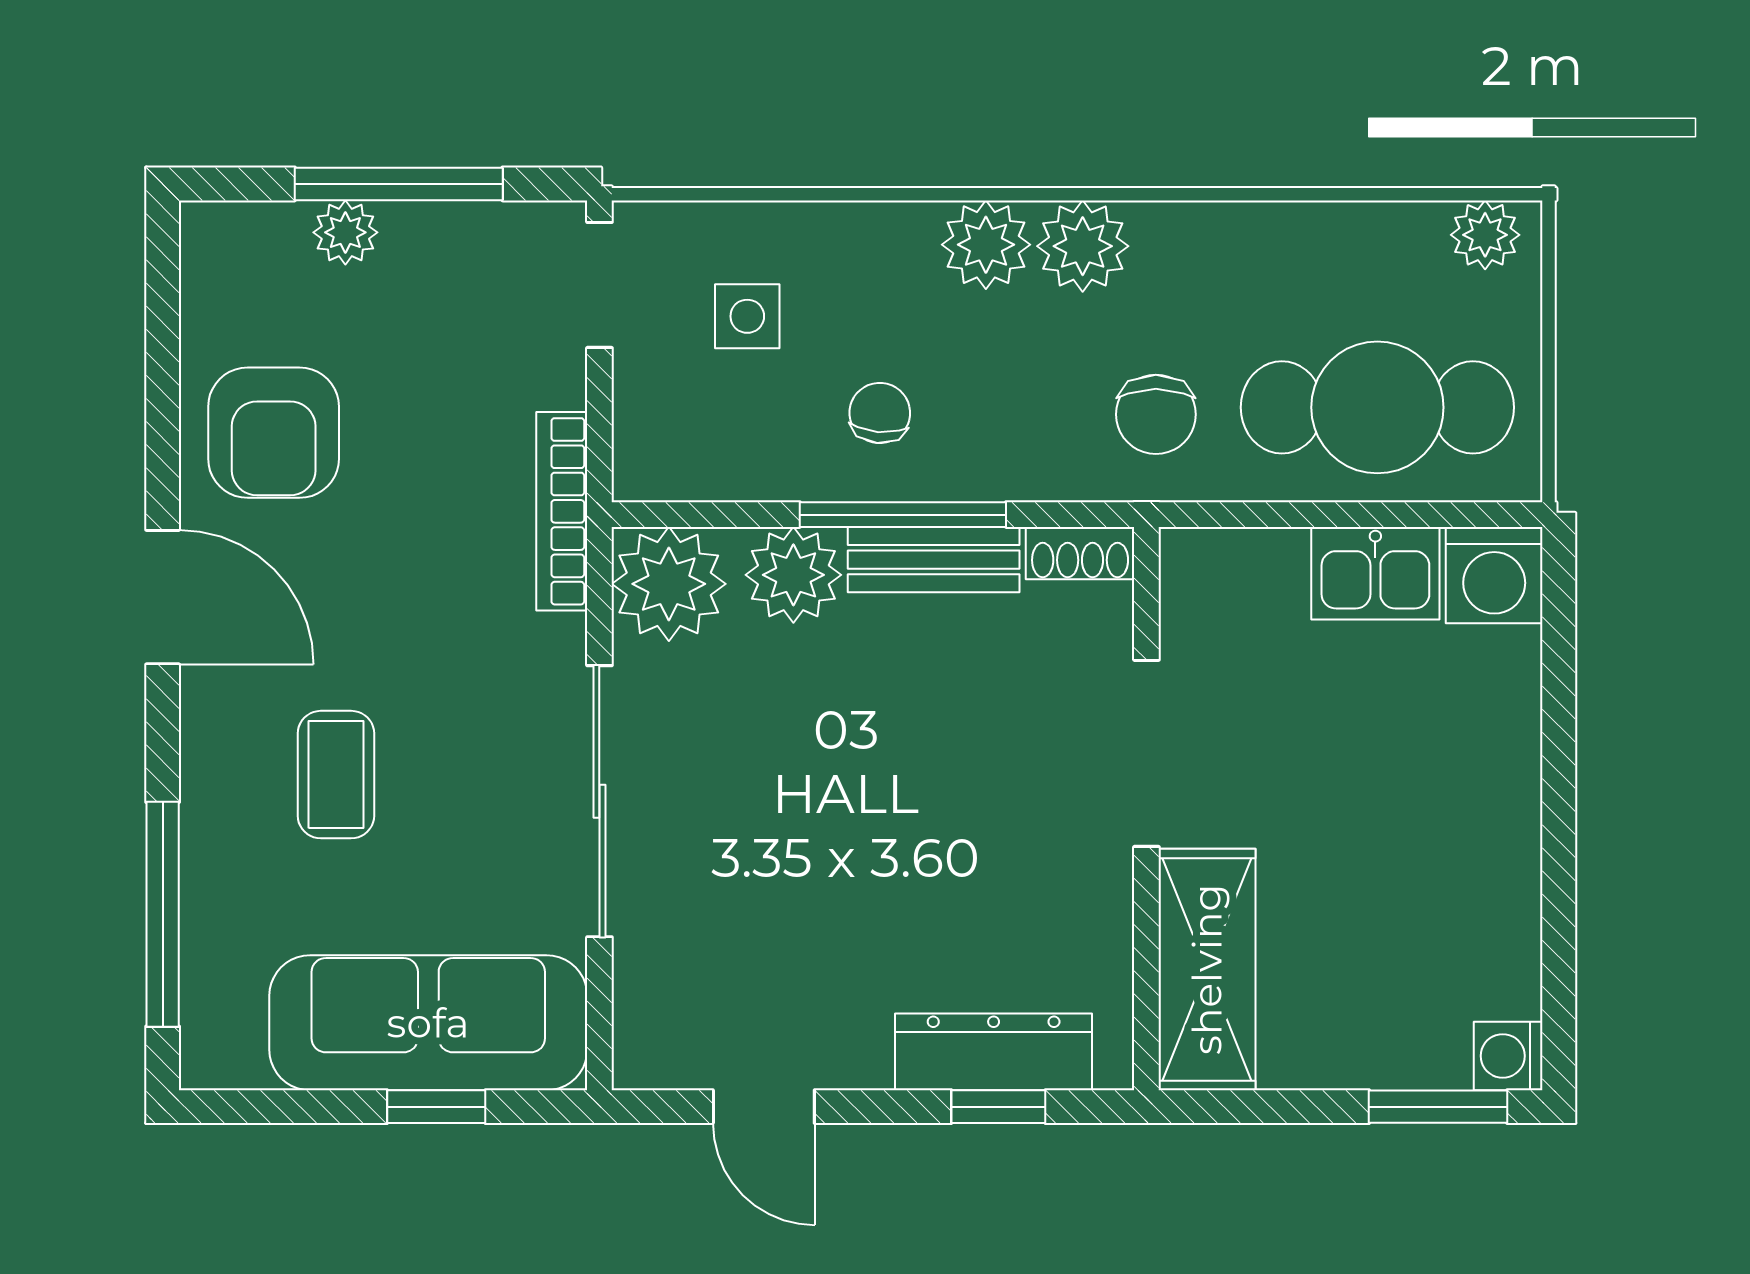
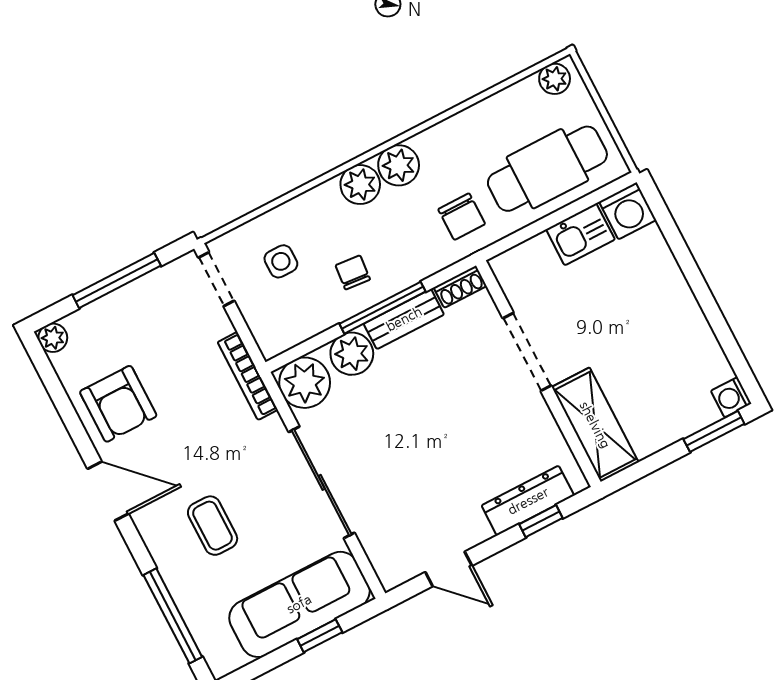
plant: (345, 232) -> (53, 338), moved

